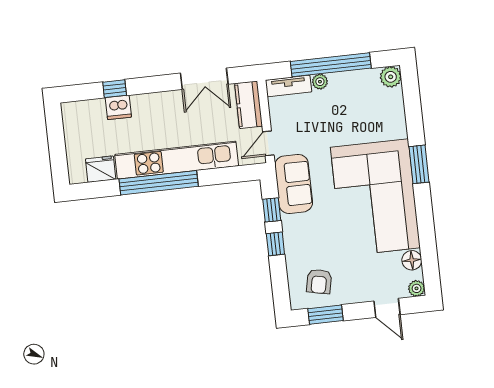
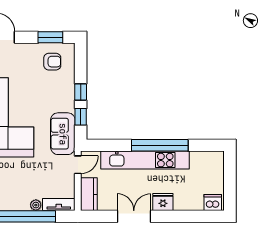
double door: (204, 79) -> (134, 216), moved
window: (115, 89) -> (184, 216), removed
dishwasher: (118, 107) -> (213, 203), moved
fridge: (101, 169) -> (163, 202), moved, turned 180
armchair: (319, 281) -> (52, 62), turned 78

